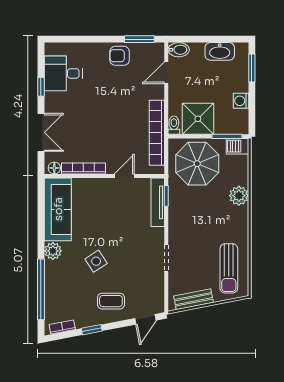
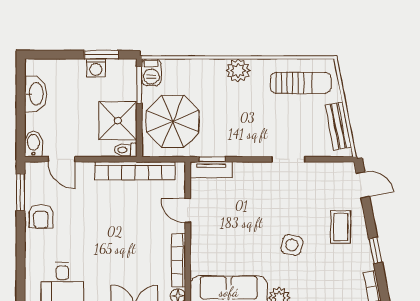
window: (252, 68) -> (101, 55), moved
plant: (239, 196) -> (238, 71), moved
tv unit: (158, 202) -> (211, 170), width x0.71
side table: (96, 261) -> (292, 245), turned 45

